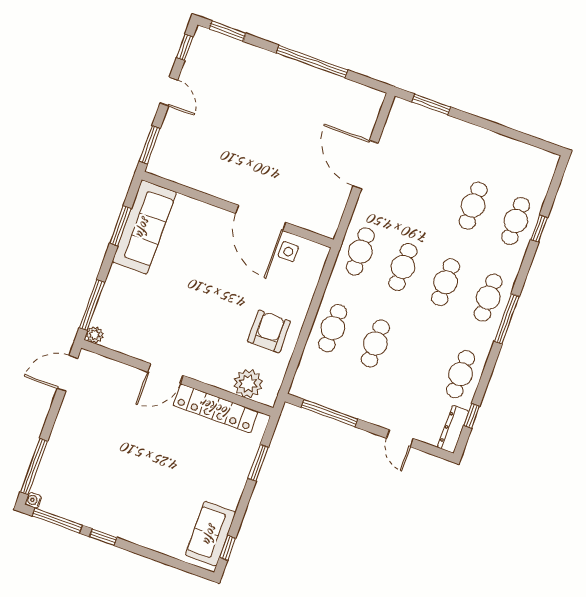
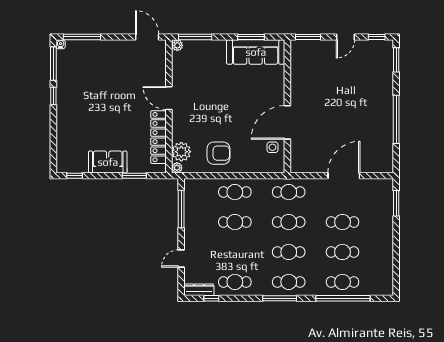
cafe table: (430, 190) -> (343, 222), added
window: (539, 229) -> (343, 298), width x3.17
plant: (269, 398) -> (177, 168), added
sofa: (211, 534) -> (108, 162), moved

